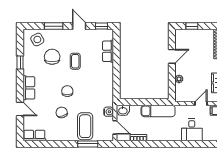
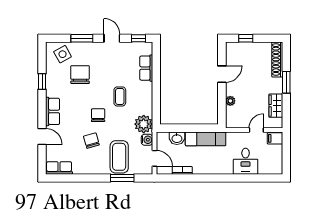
coffee table: (75, 61) -> (120, 96), moved
plant: (106, 99) -> (144, 124), added
washbasin: (123, 110) -> (177, 138), moved

